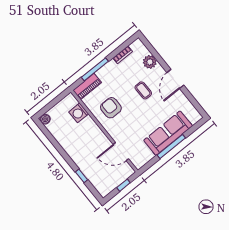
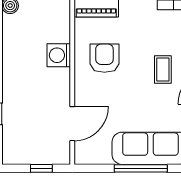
washing machine: (79, 113) -> (59, 55), moved
door: (121, 152) -> (72, 124), swing flipped

